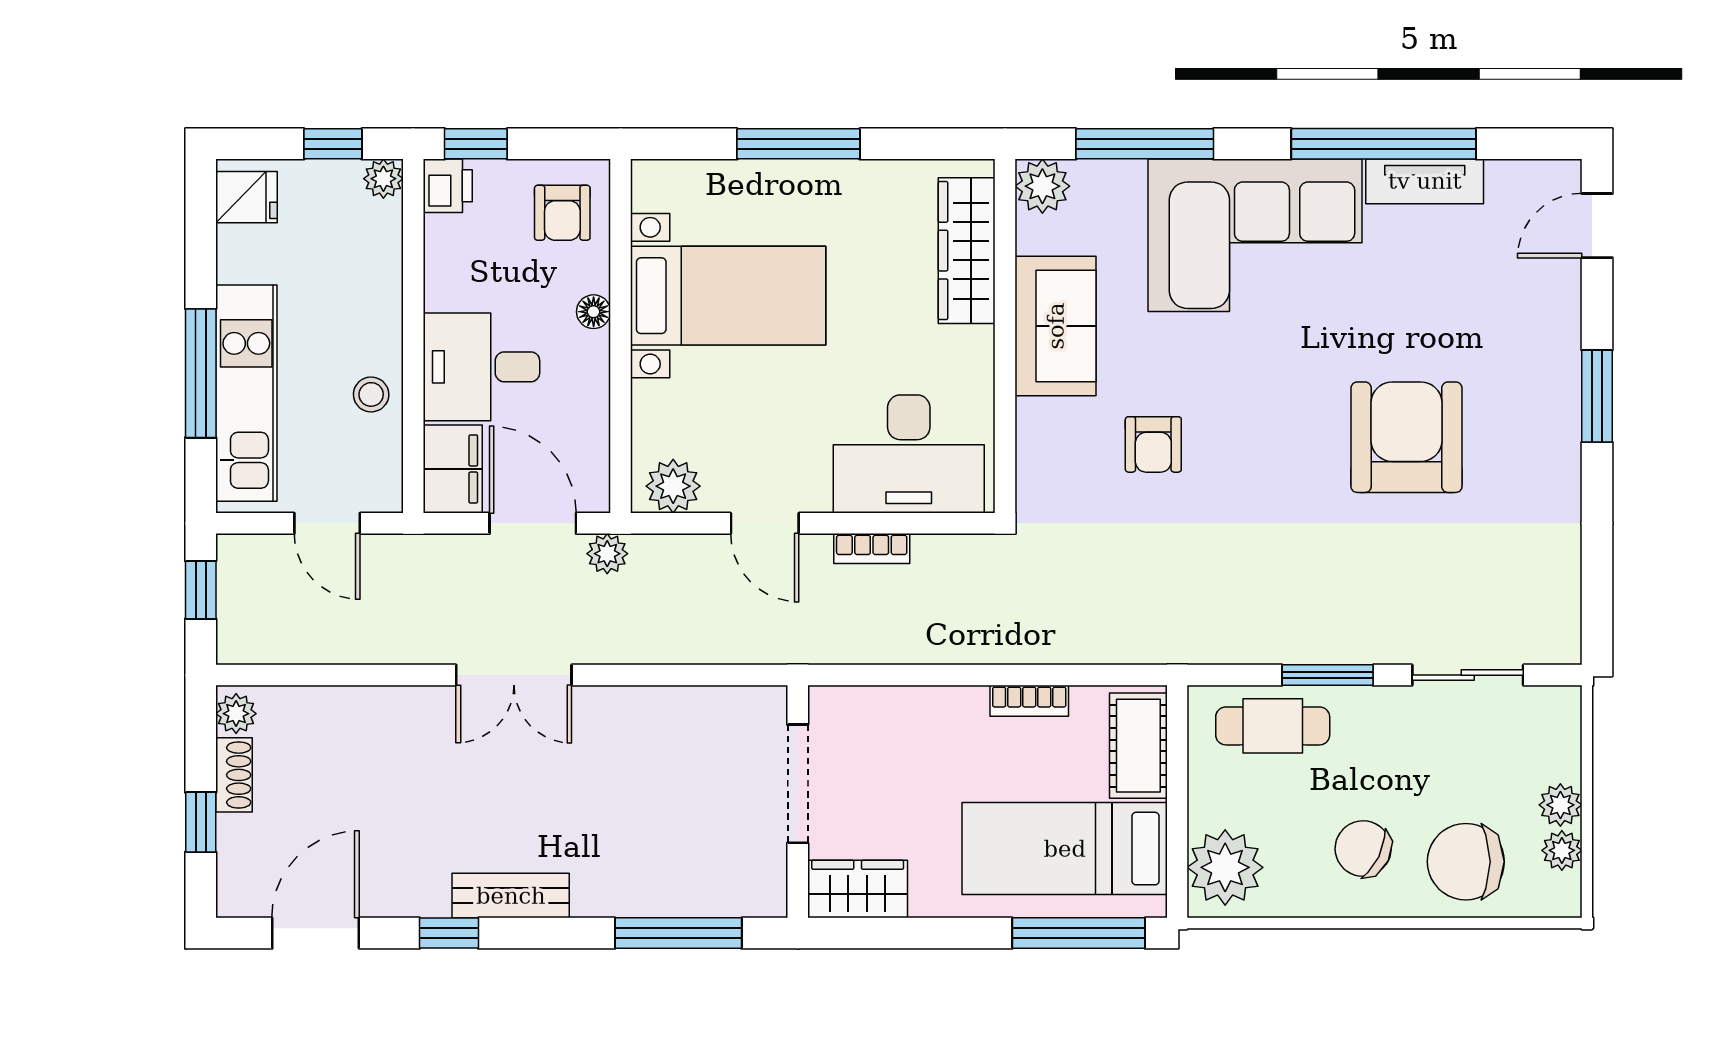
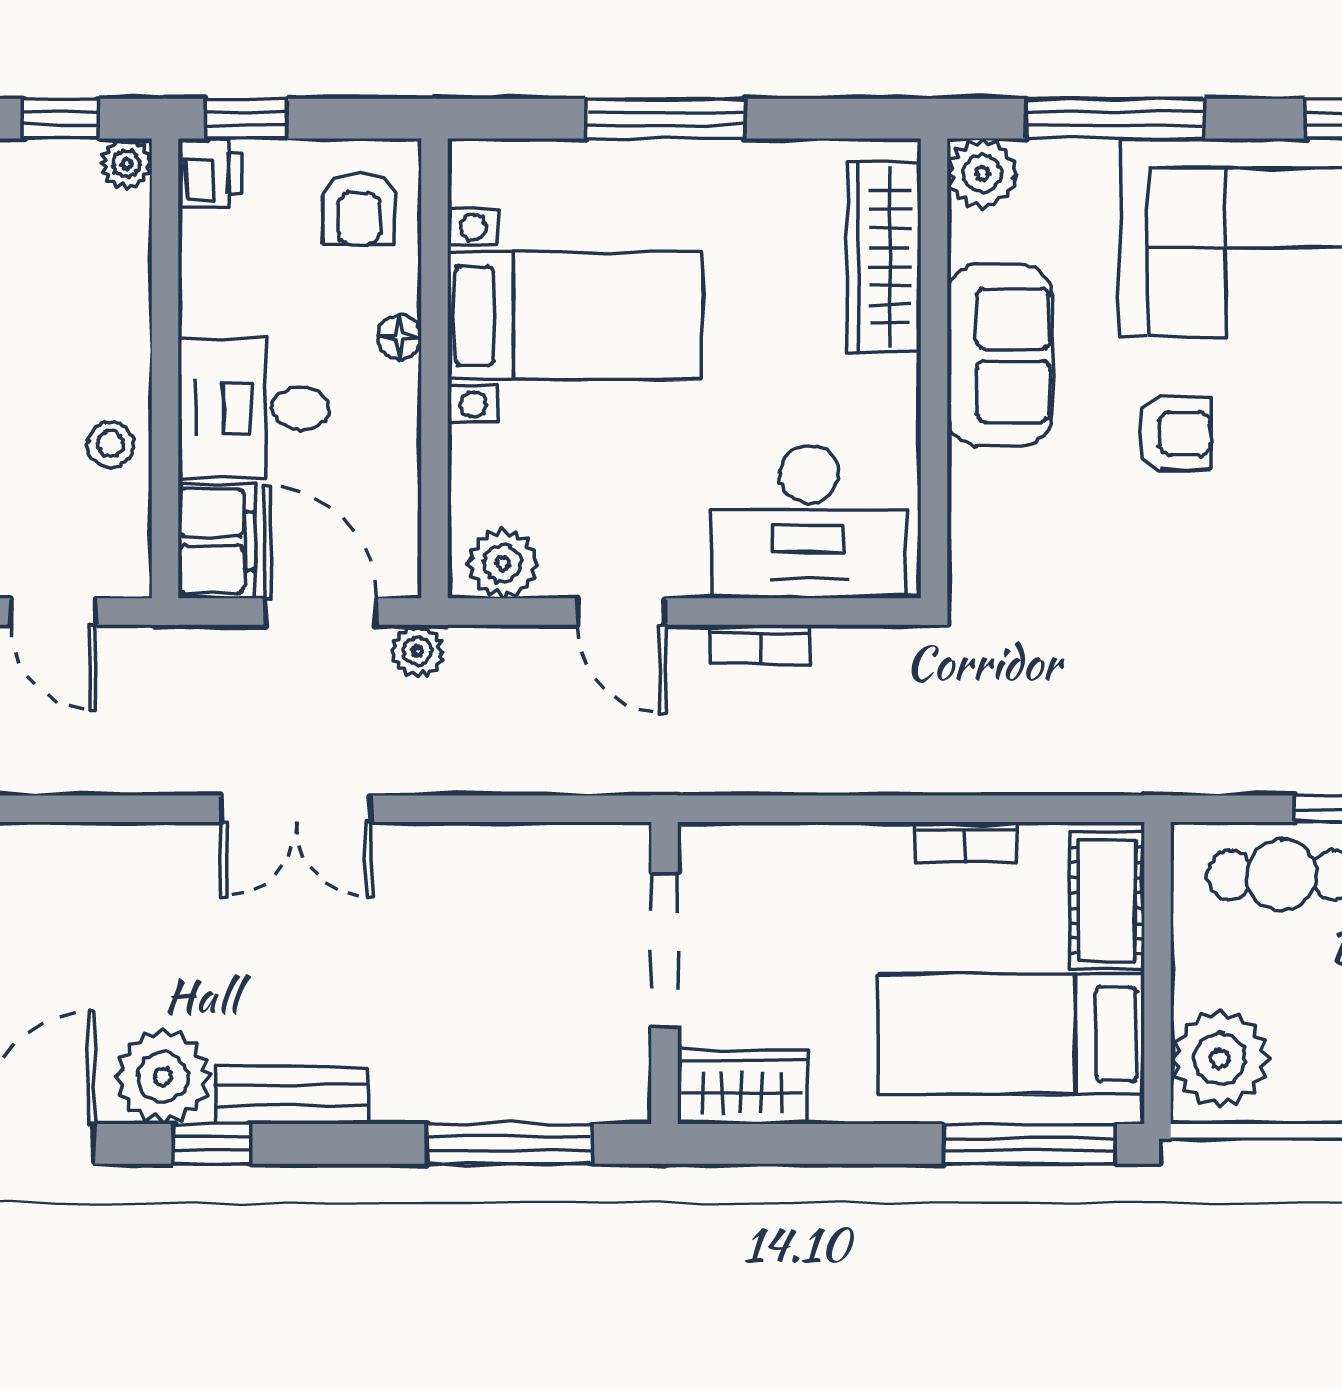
armchair: (1153, 444) -> (1175, 434), moved, turned -90
plant: (412, 881) -> (163, 1077), added

